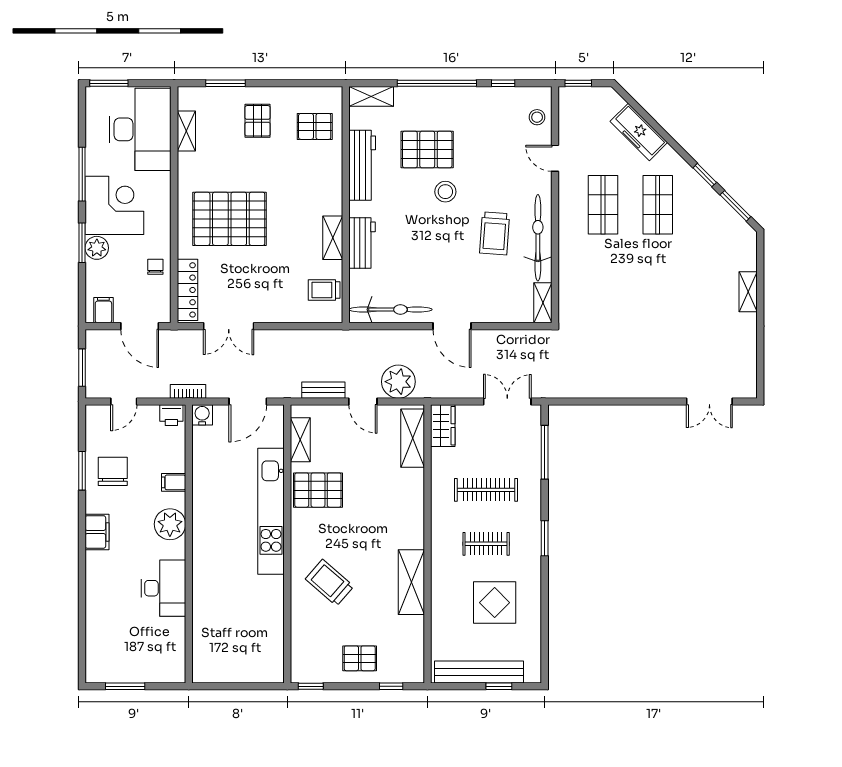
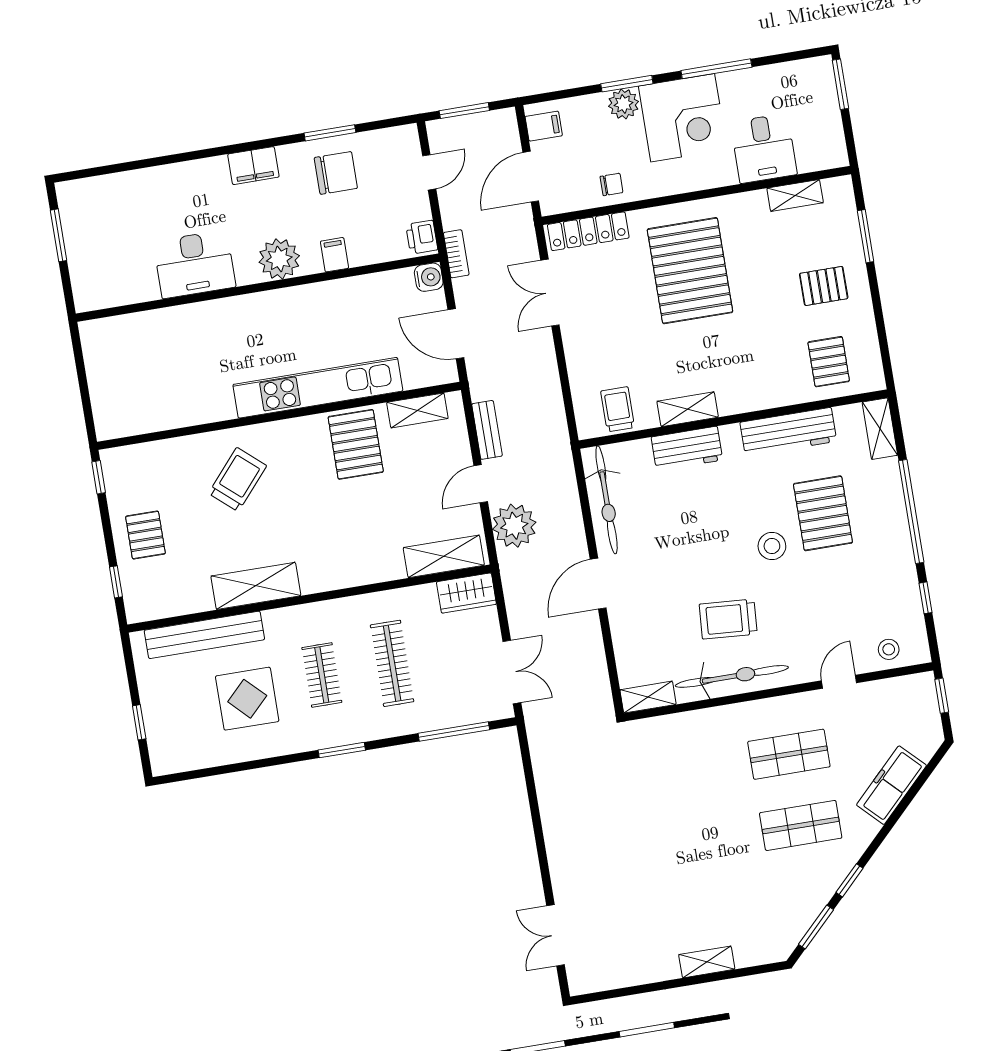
desk: (140, 129) -> (764, 148), width x0.53, depth x0.77
door: (124, 401) -> (429, 172), swing flipped
bench: (479, 672) -> (204, 635), moved, turned 90

